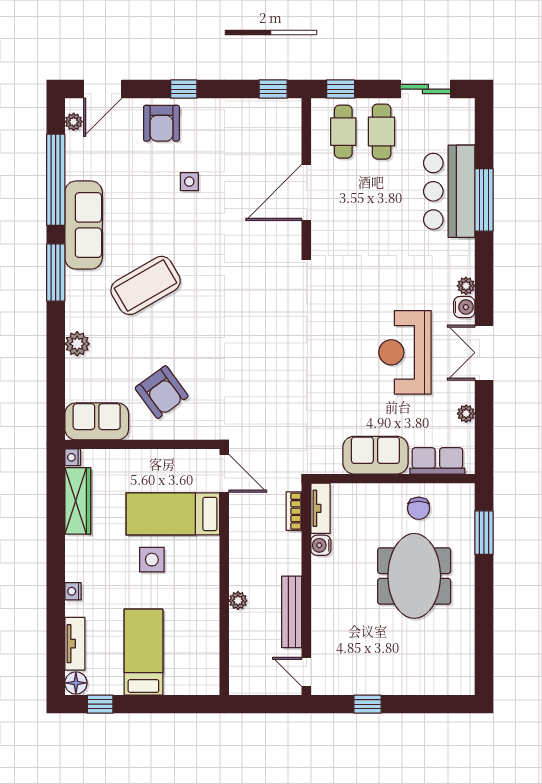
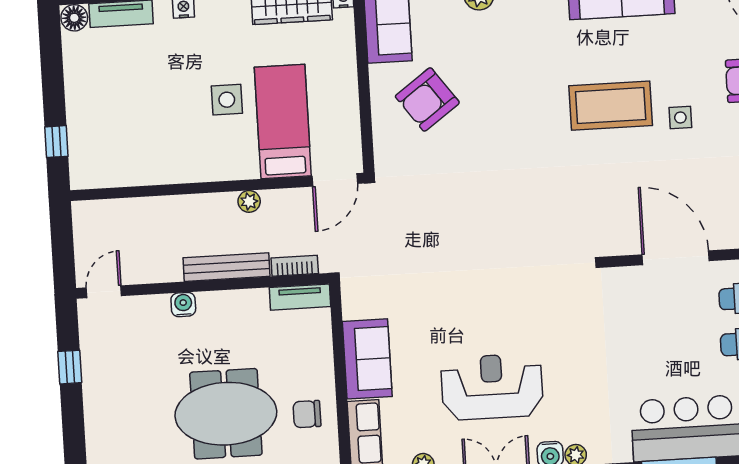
coffee table: (146, 285) -> (611, 106), moved, turned -60
water cooler: (321, 545) -> (183, 305), moved
plant: (238, 601) -> (249, 201), moved
bench: (292, 612) -> (227, 267), moved
bed: (143, 652) -> (116, 96), removed
window: (100, 704) -> (56, 142), moved

